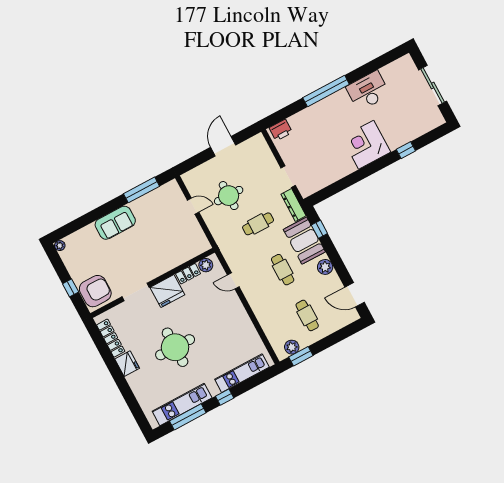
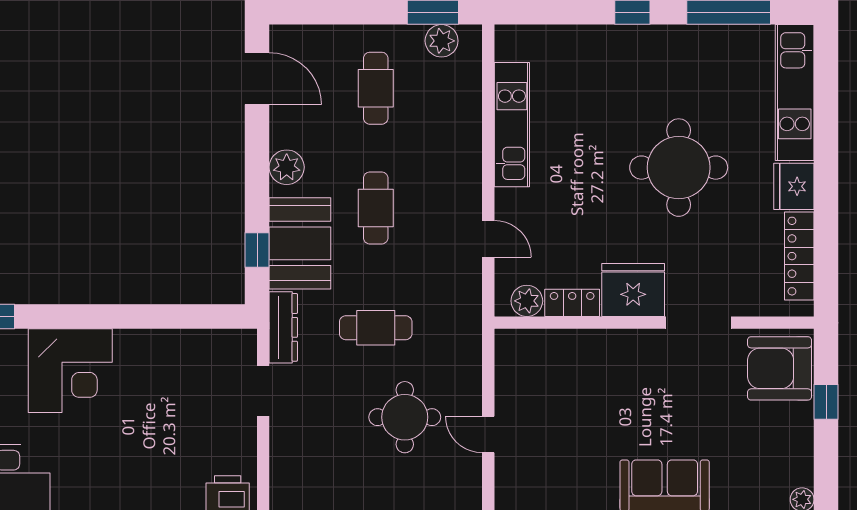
kitchen unit: (242, 373) -> (512, 125), moved, turned -90
kitchen unit: (182, 404) -> (795, 93), moved, turned 90

